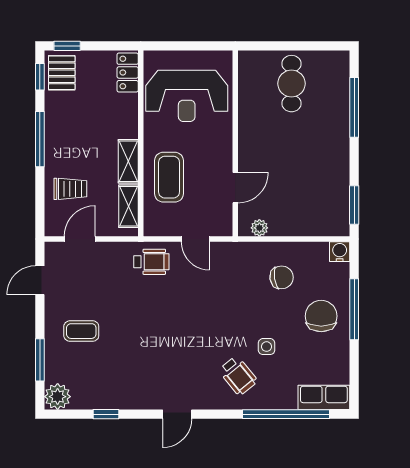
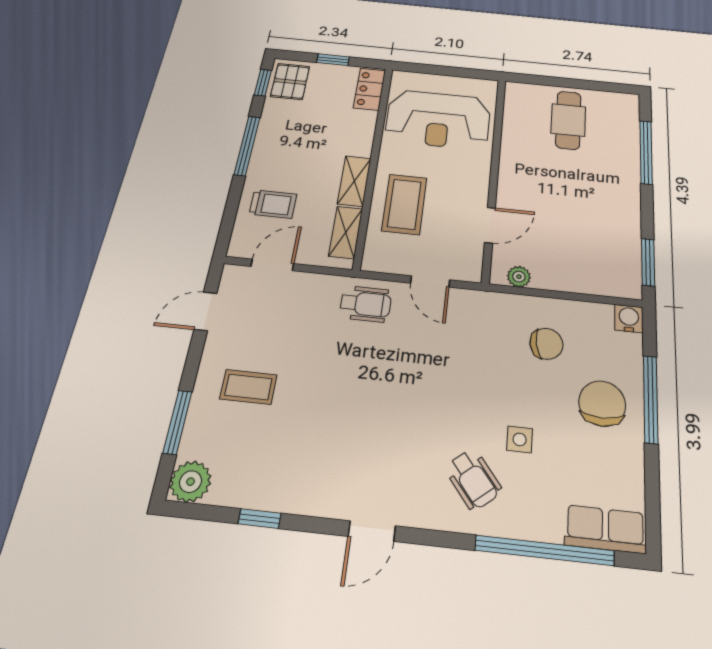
window: (67, 46) -> (333, 60), moved

